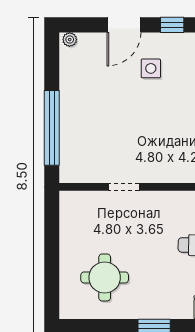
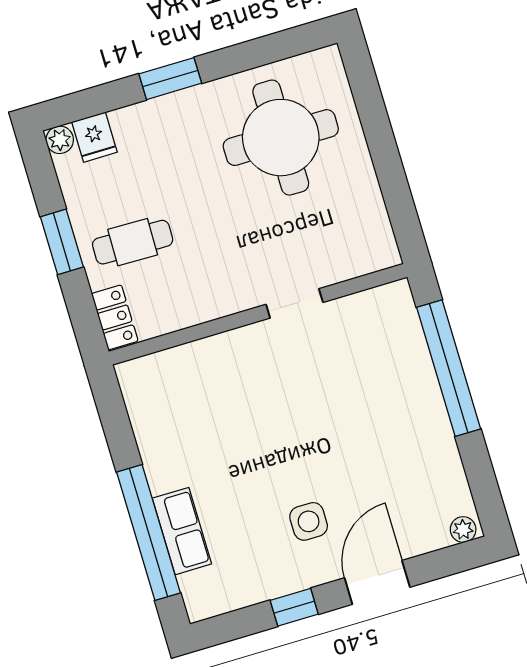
round table: (105, 277) -> (281, 138), width x1.36, depth x1.36

